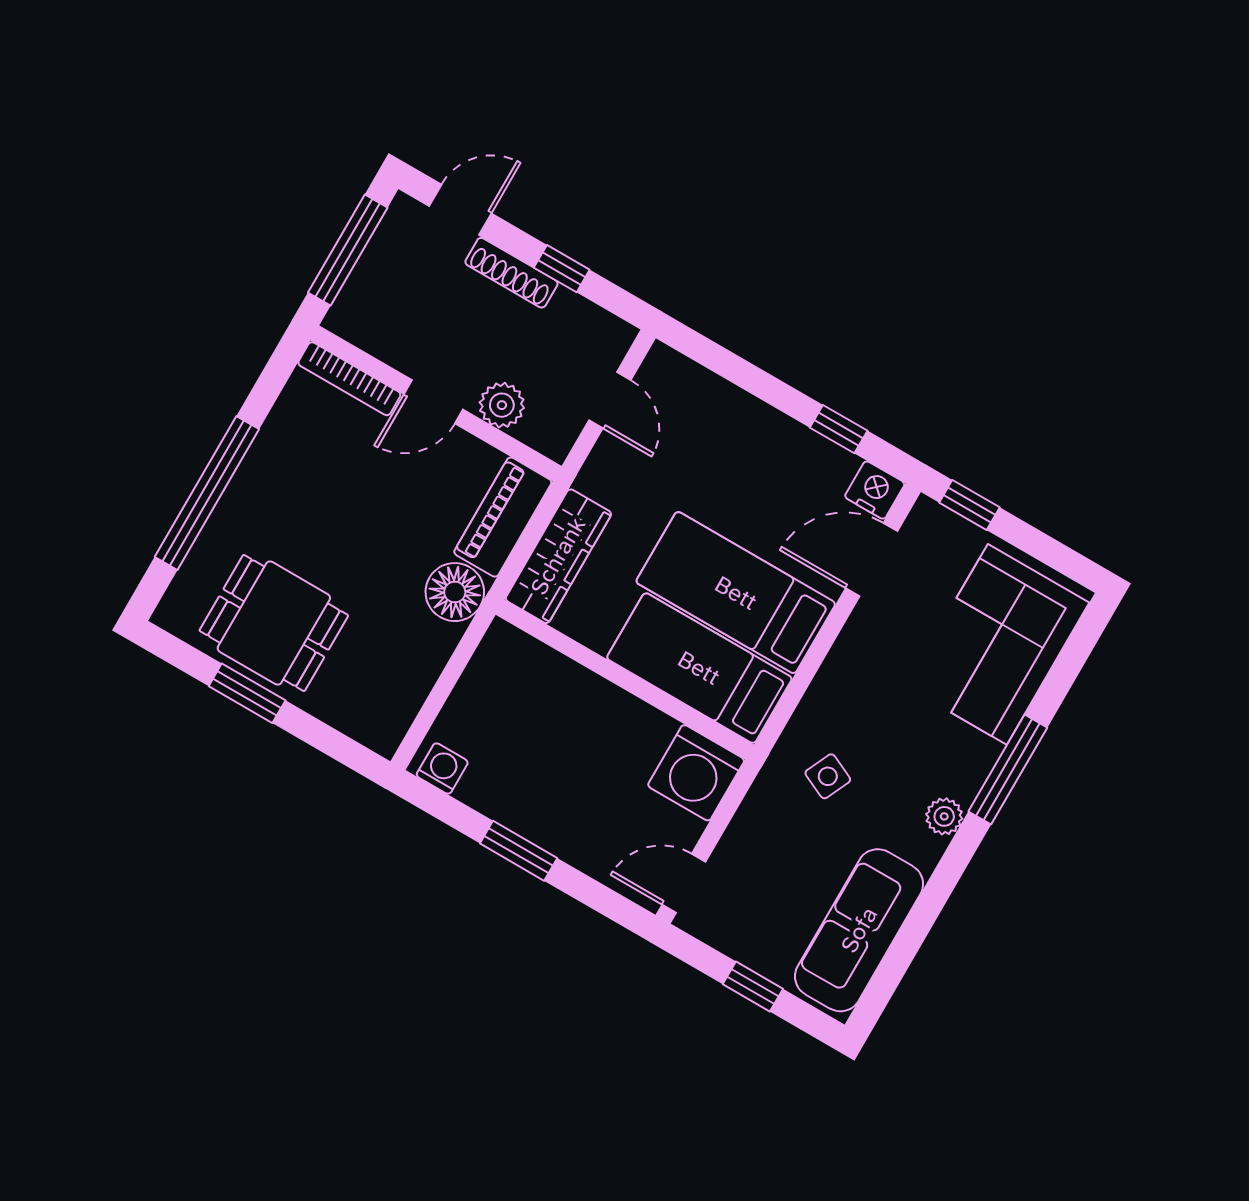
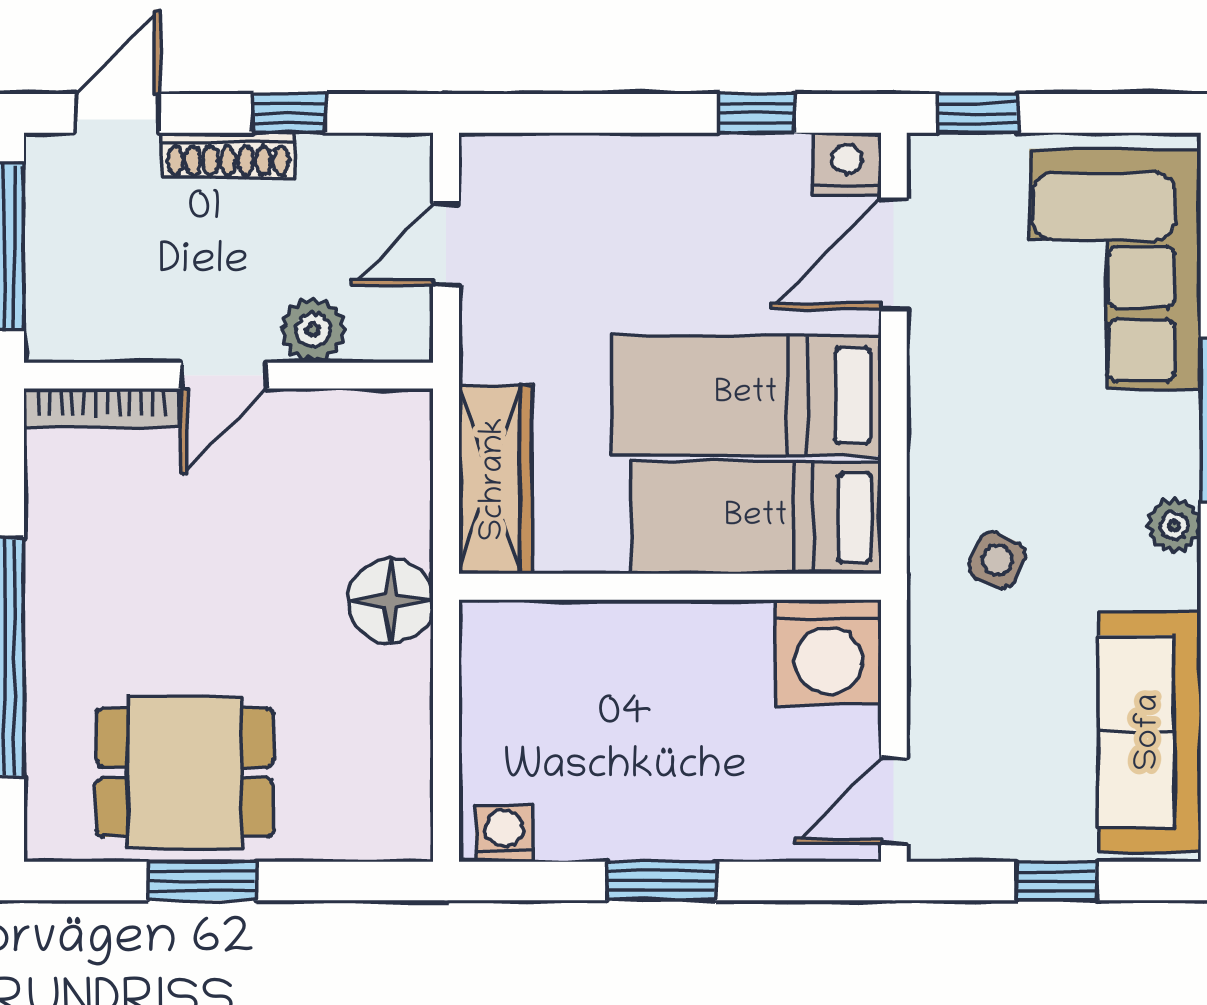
door: (610, 400) -> (446, 244), swing flipped
piano: (503, 517) -> (396, 471), removed

